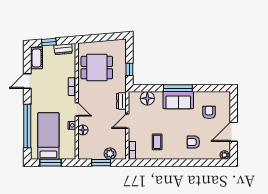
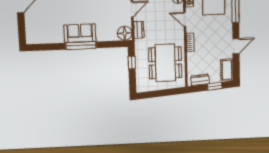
dining table: (97, 68) -> (165, 63), width x1.38
floor lamp: (147, 98) -> (125, 33), moved
armchair: (209, 112) -> (47, 22), removed

